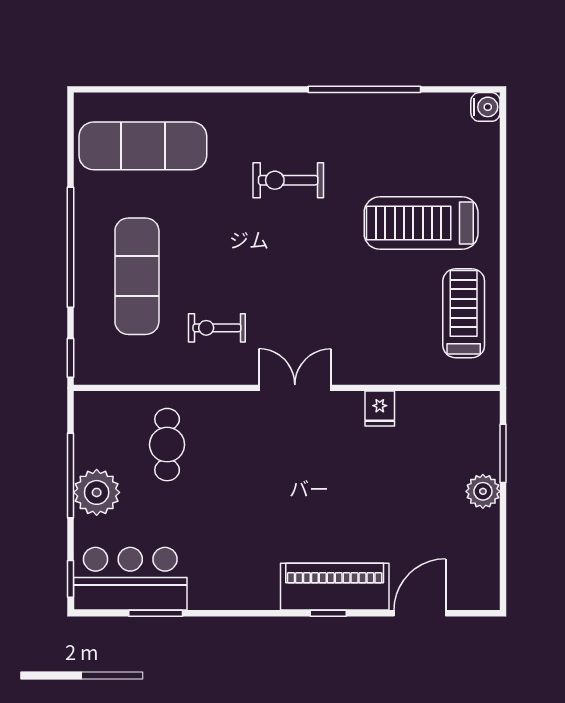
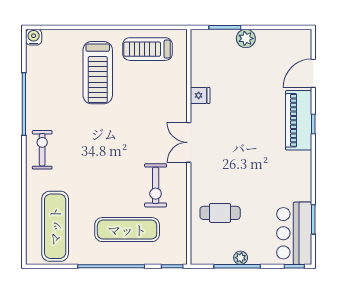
exercise bike: (288, 180) -> (42, 150), moved, turned 180
exercise bike: (217, 328) -> (156, 185), width x1.38, depth x1.39
plant: (97, 492) -> (241, 258), width x0.53, depth x0.53
door: (420, 613) -> (313, 73), hinge flipped

